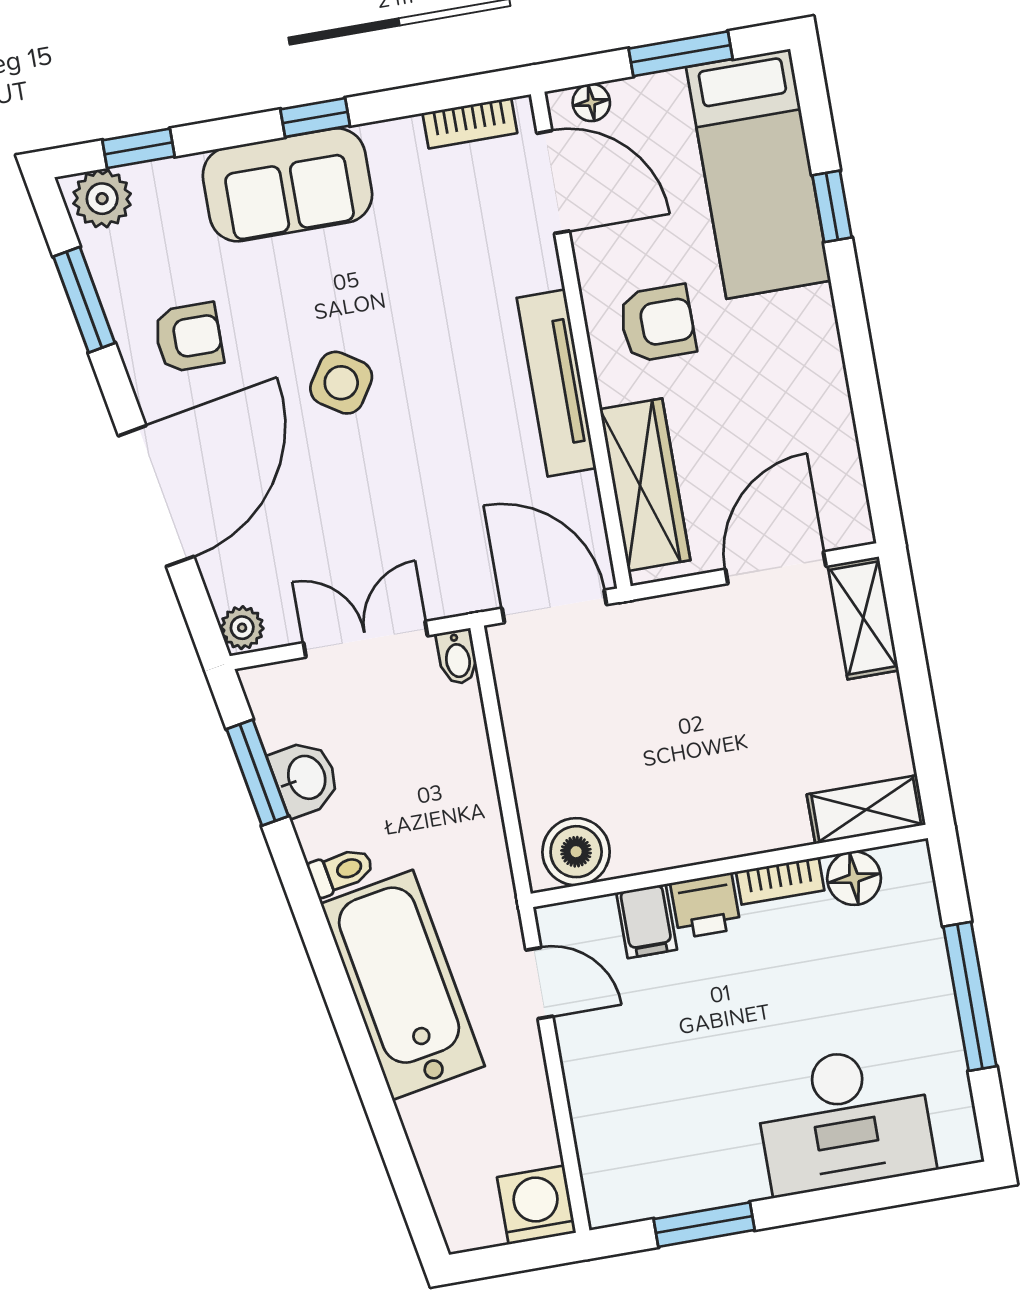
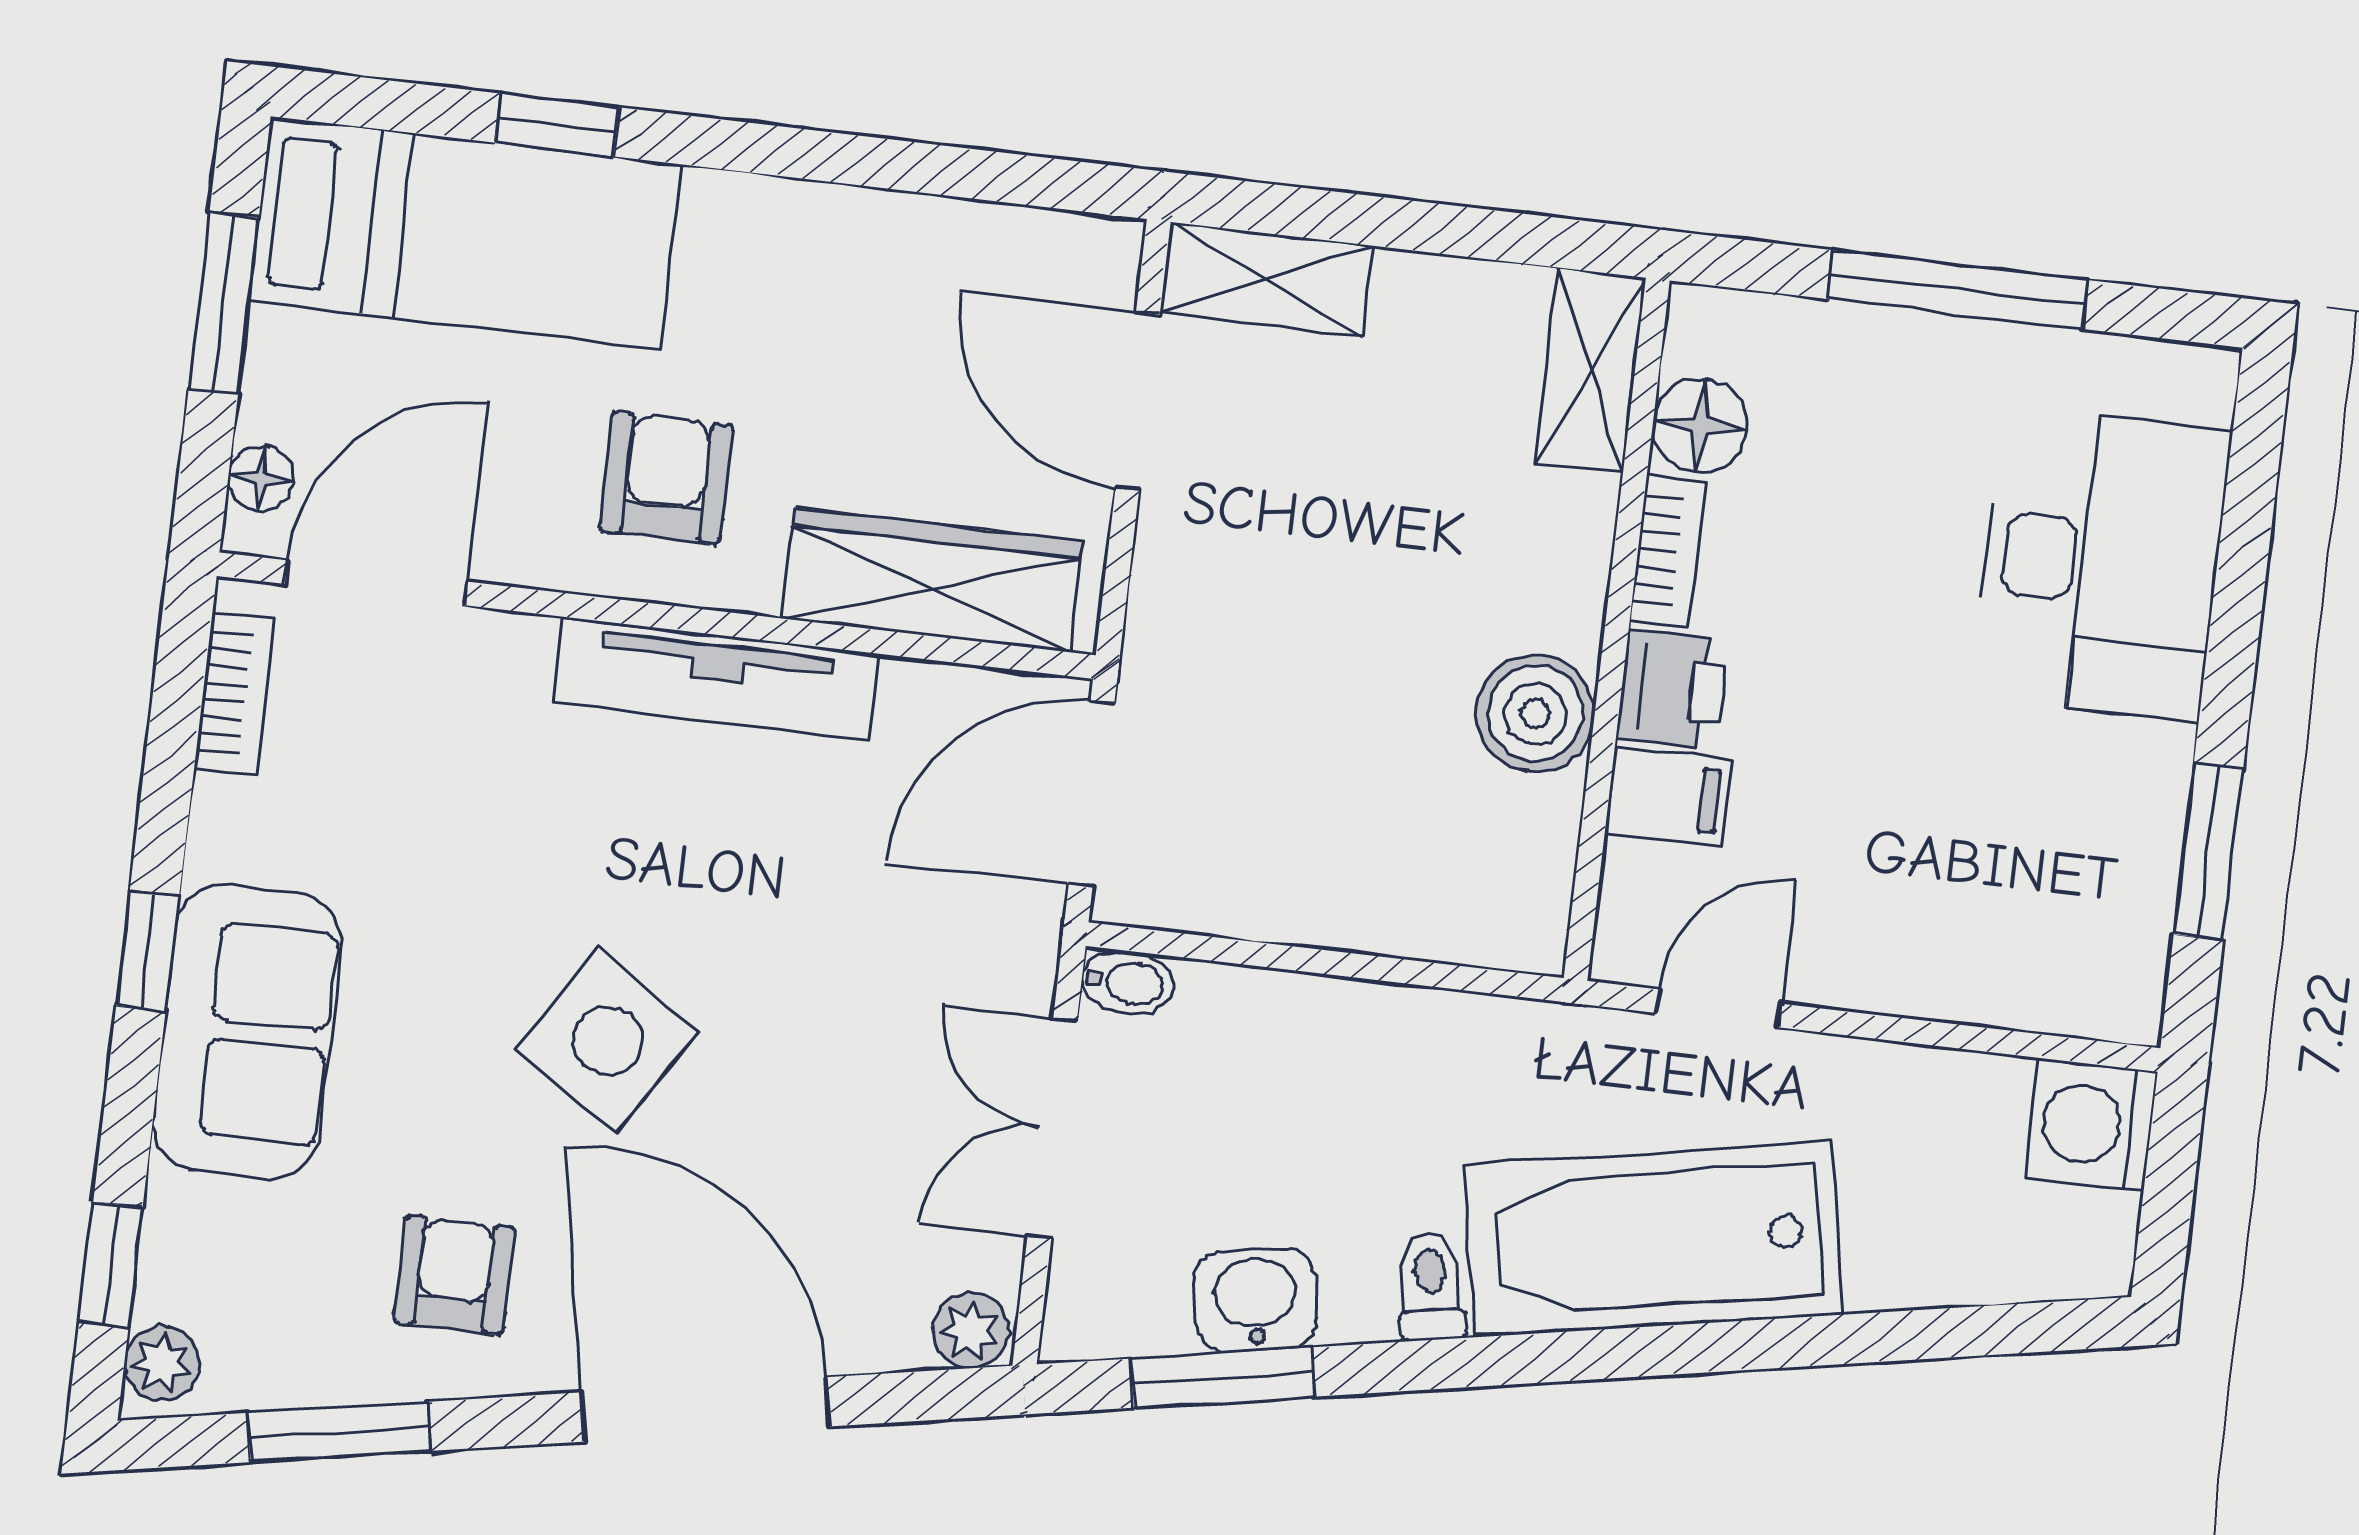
plant: (102, 199) -> (162, 1363), width x0.73, depth x0.73
side table: (341, 383) -> (608, 1041), width x1.37, depth x1.37
boiler: (576, 852) -> (1535, 714), moved

